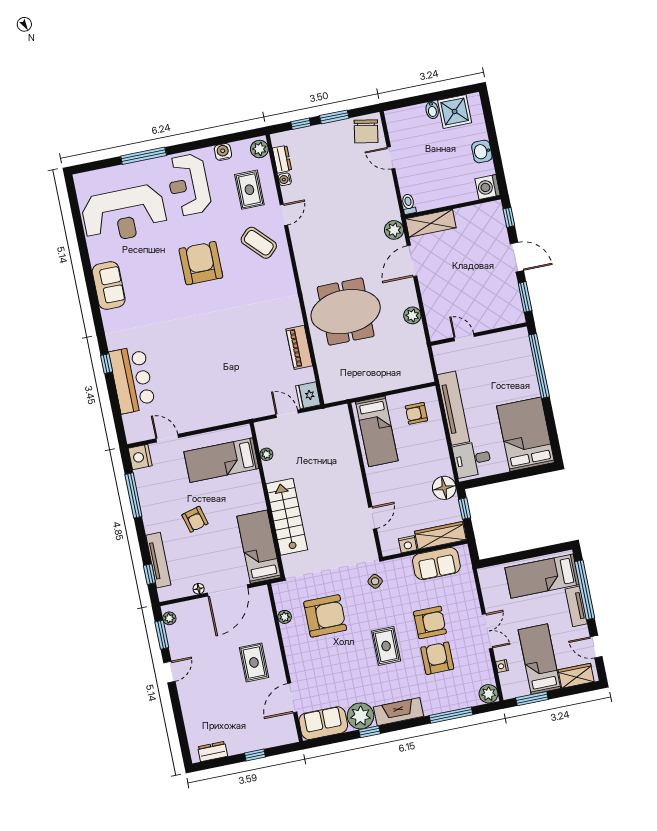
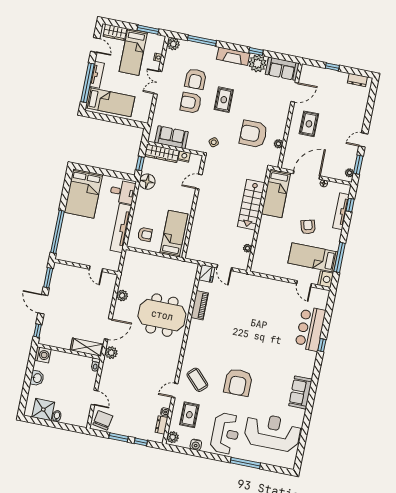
bed: (221, 460) -> (313, 257), moved, turned 180

